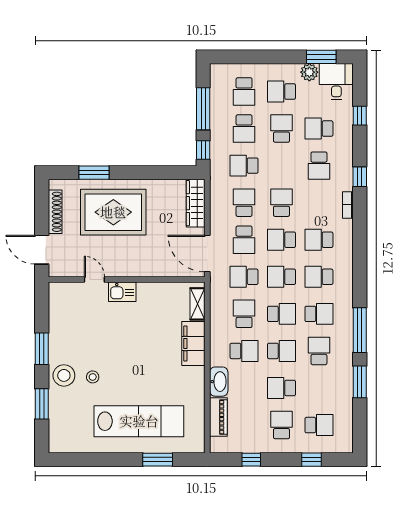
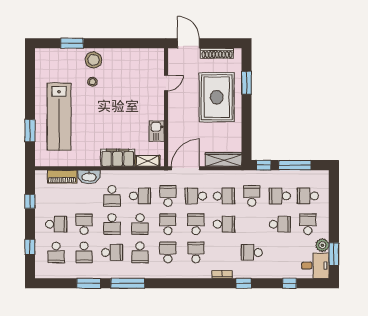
school desk: (319, 129) -> (84, 252), moved, turned 180
door: (42, 250) -> (188, 43), hinge flipped
kitchen sink: (122, 292) -> (157, 131), moved
window: (42, 349) -> (114, 43), removed

